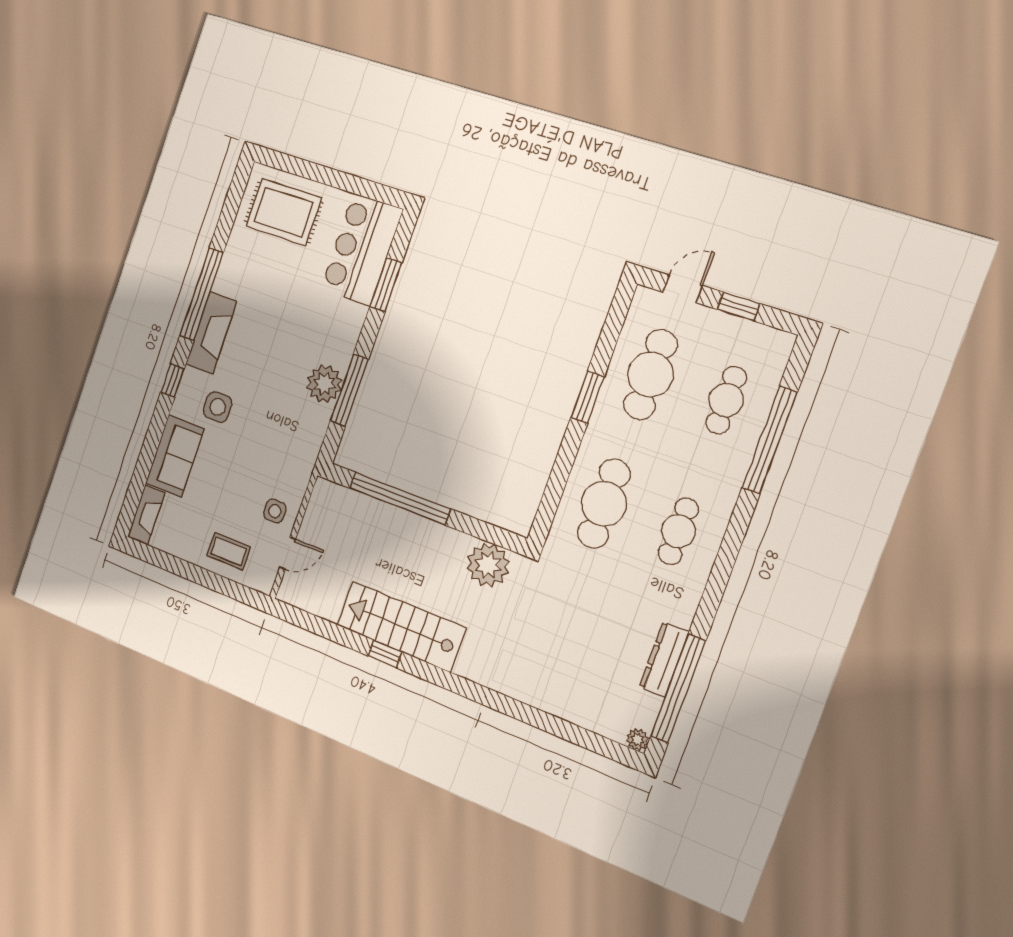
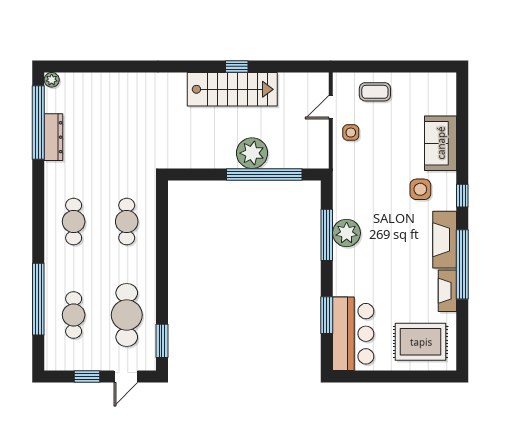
window: (587, 397) -> (162, 341), moved
cafe table: (604, 504) -> (127, 222), width x0.73, depth x0.74
fireplace: (146, 515) -> (447, 291), moved
plant: (488, 565) -> (252, 153), moved

